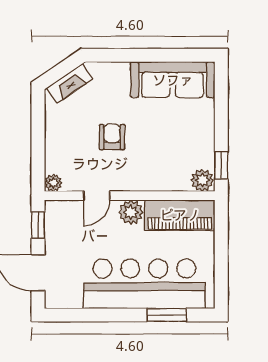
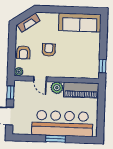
armchair: (61, 144) -> (23, 52), added
plant: (202, 180) -> (93, 73), removed
door: (97, 196) -> (40, 79), hinge flipped
window: (167, 315) -> (55, 139), moved

